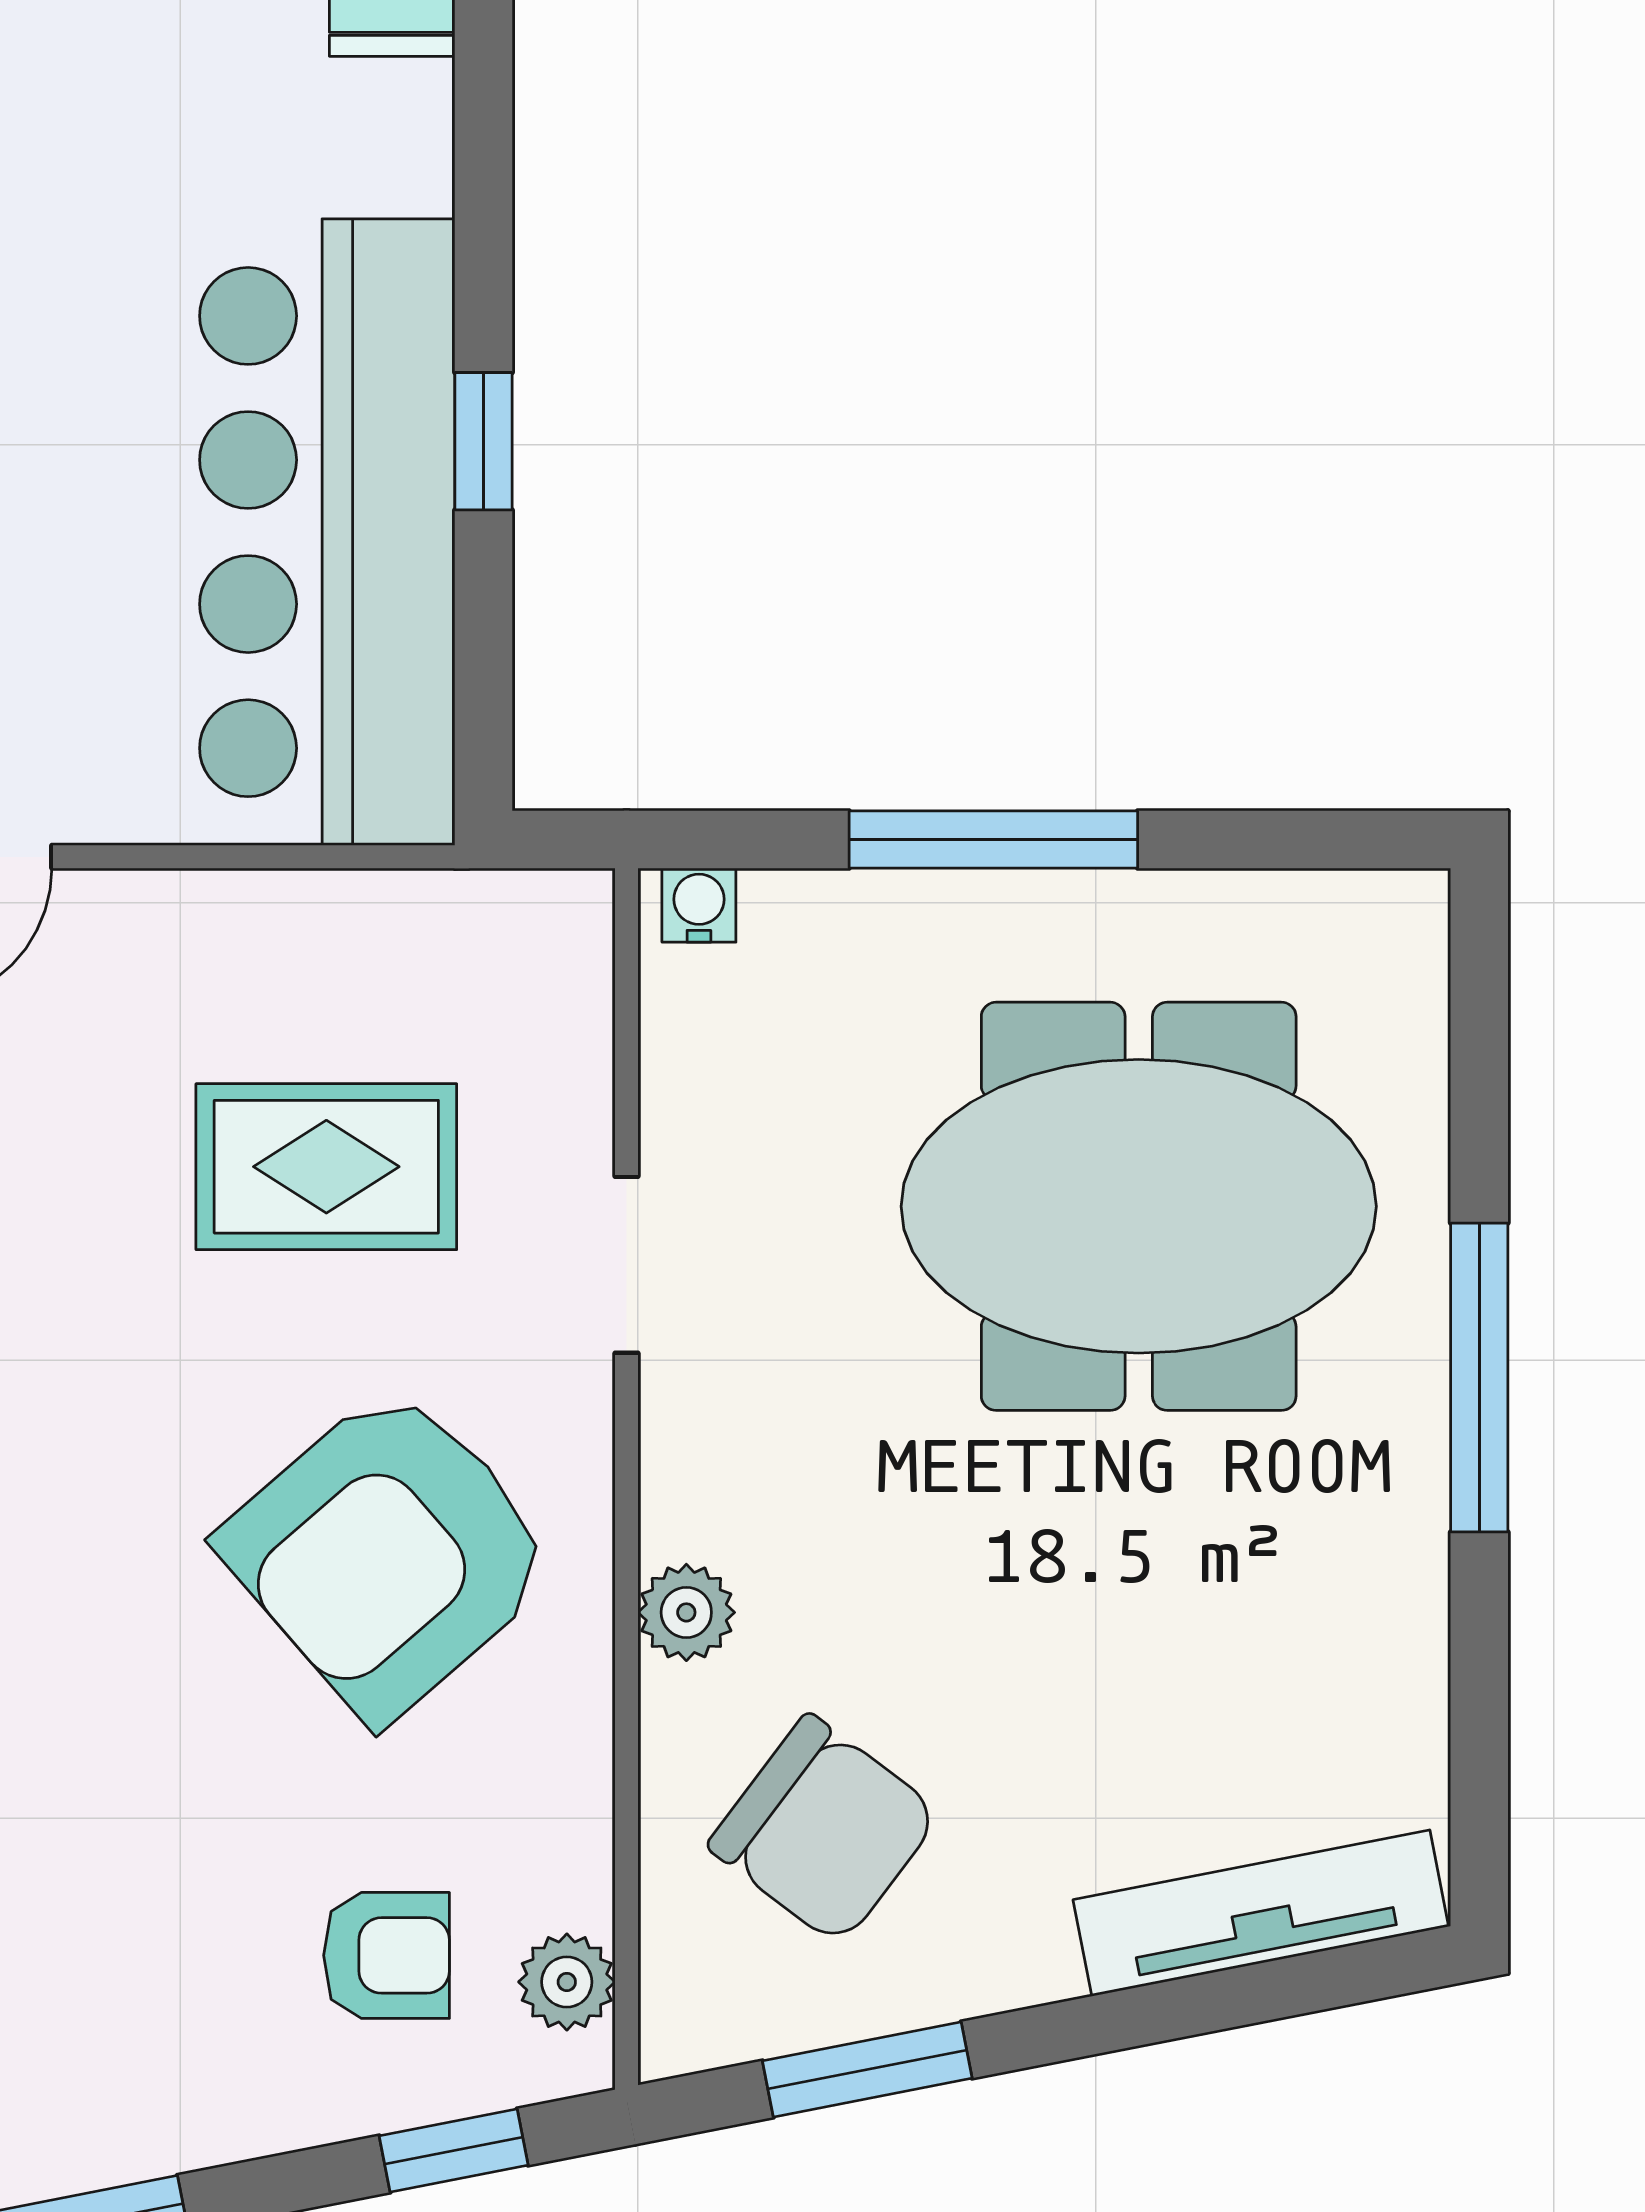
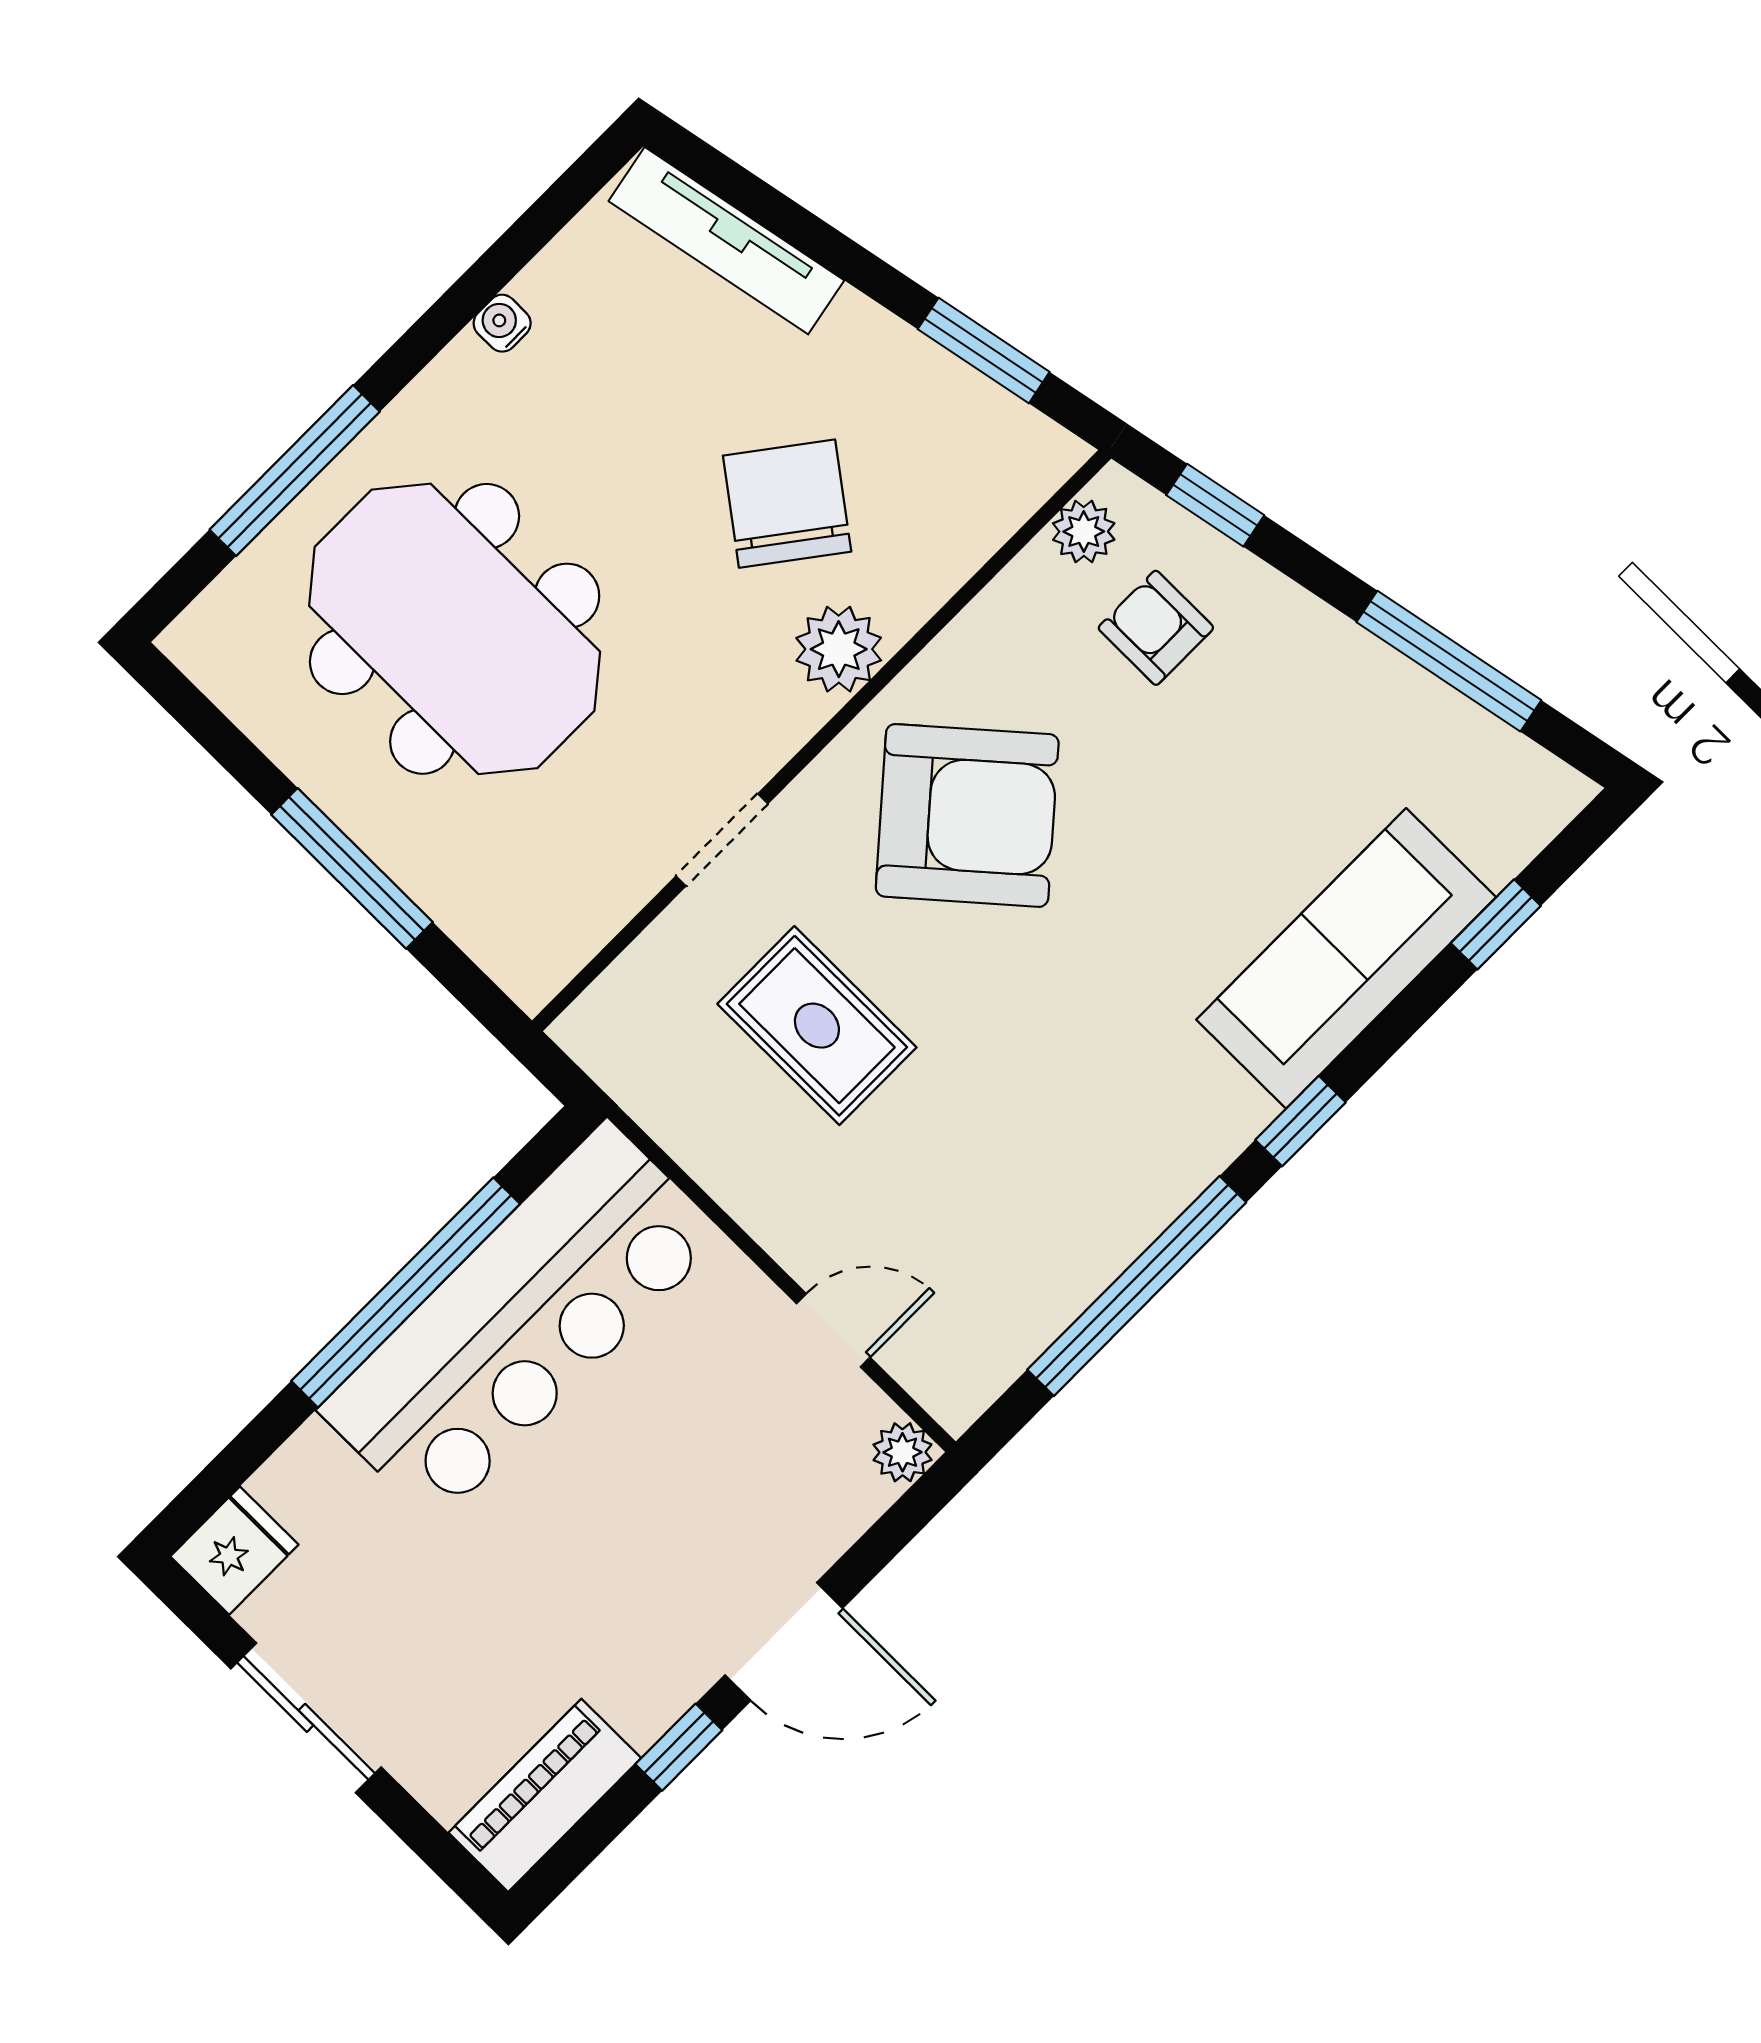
window: (483, 441) -> (406, 1292), width x3.17
water cooler: (699, 905) -> (502, 323), moved, turned 90
window: (1479, 1378) -> (295, 471), moved
plant: (686, 1612) -> (839, 649), width x1.38, depth x1.38
chair: (824, 1830) -> (787, 504), moved

